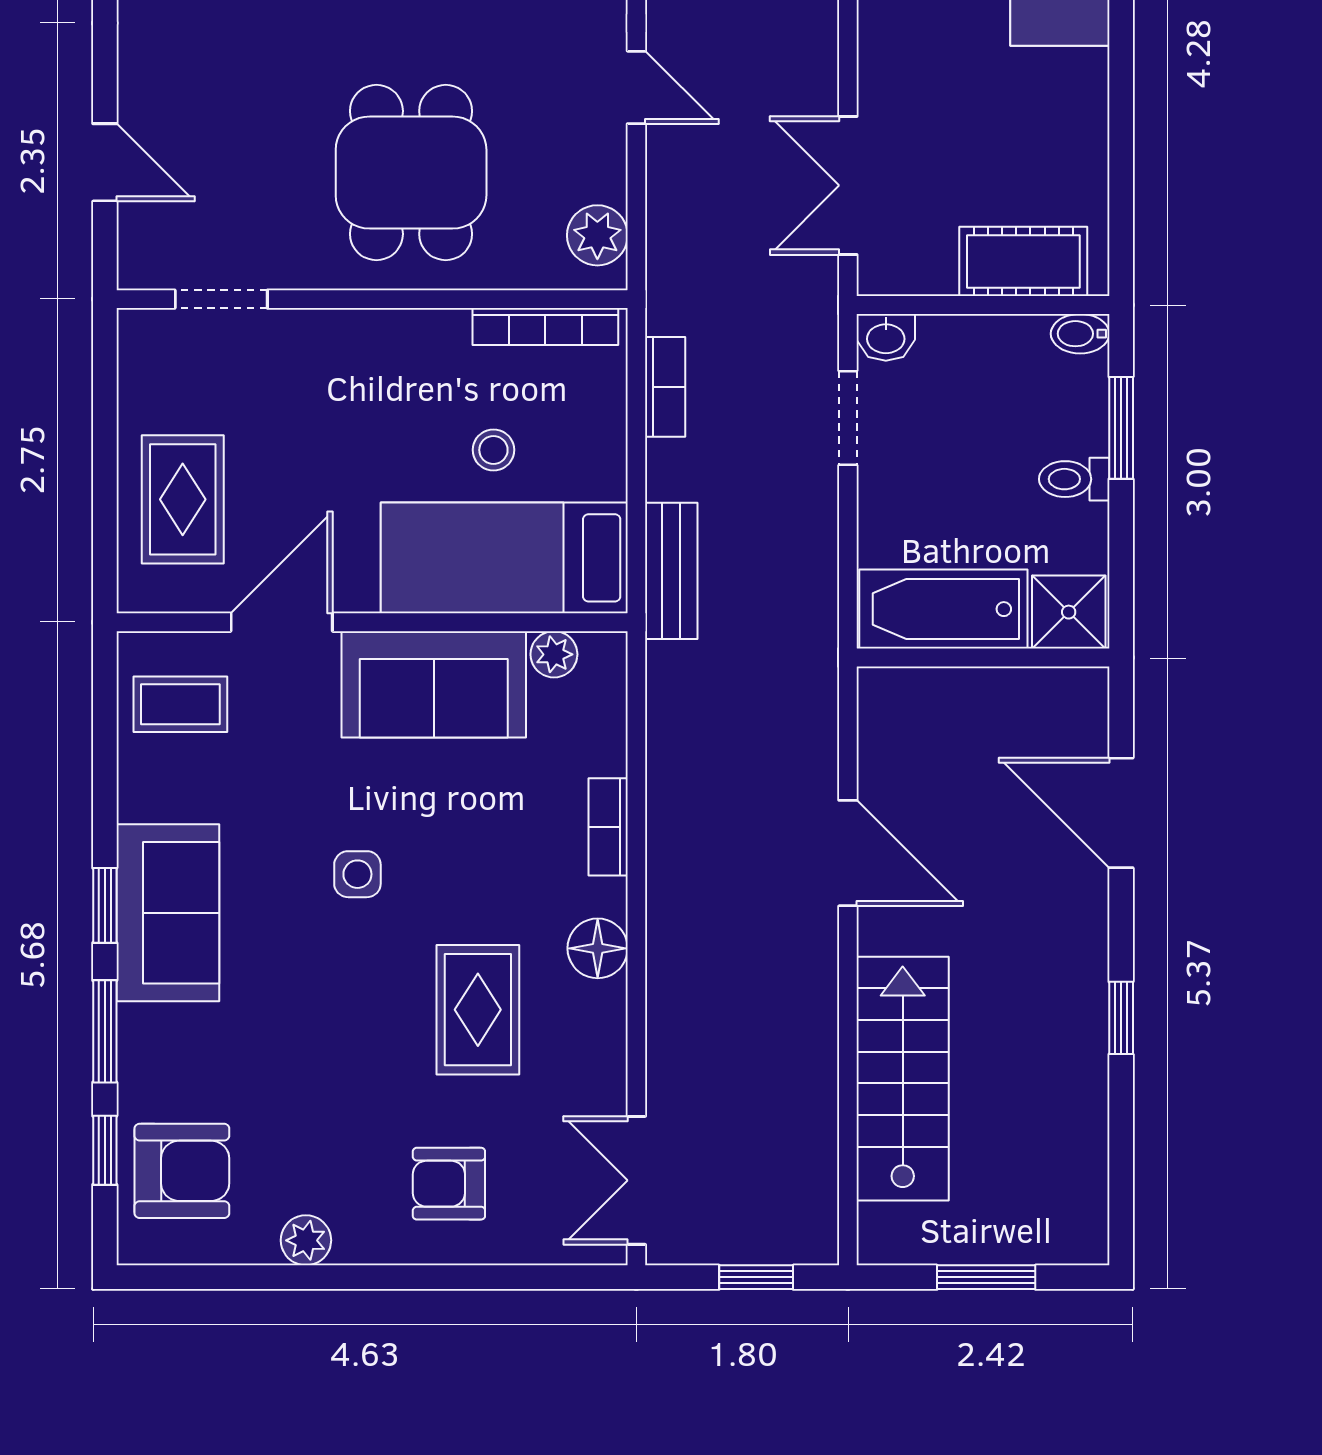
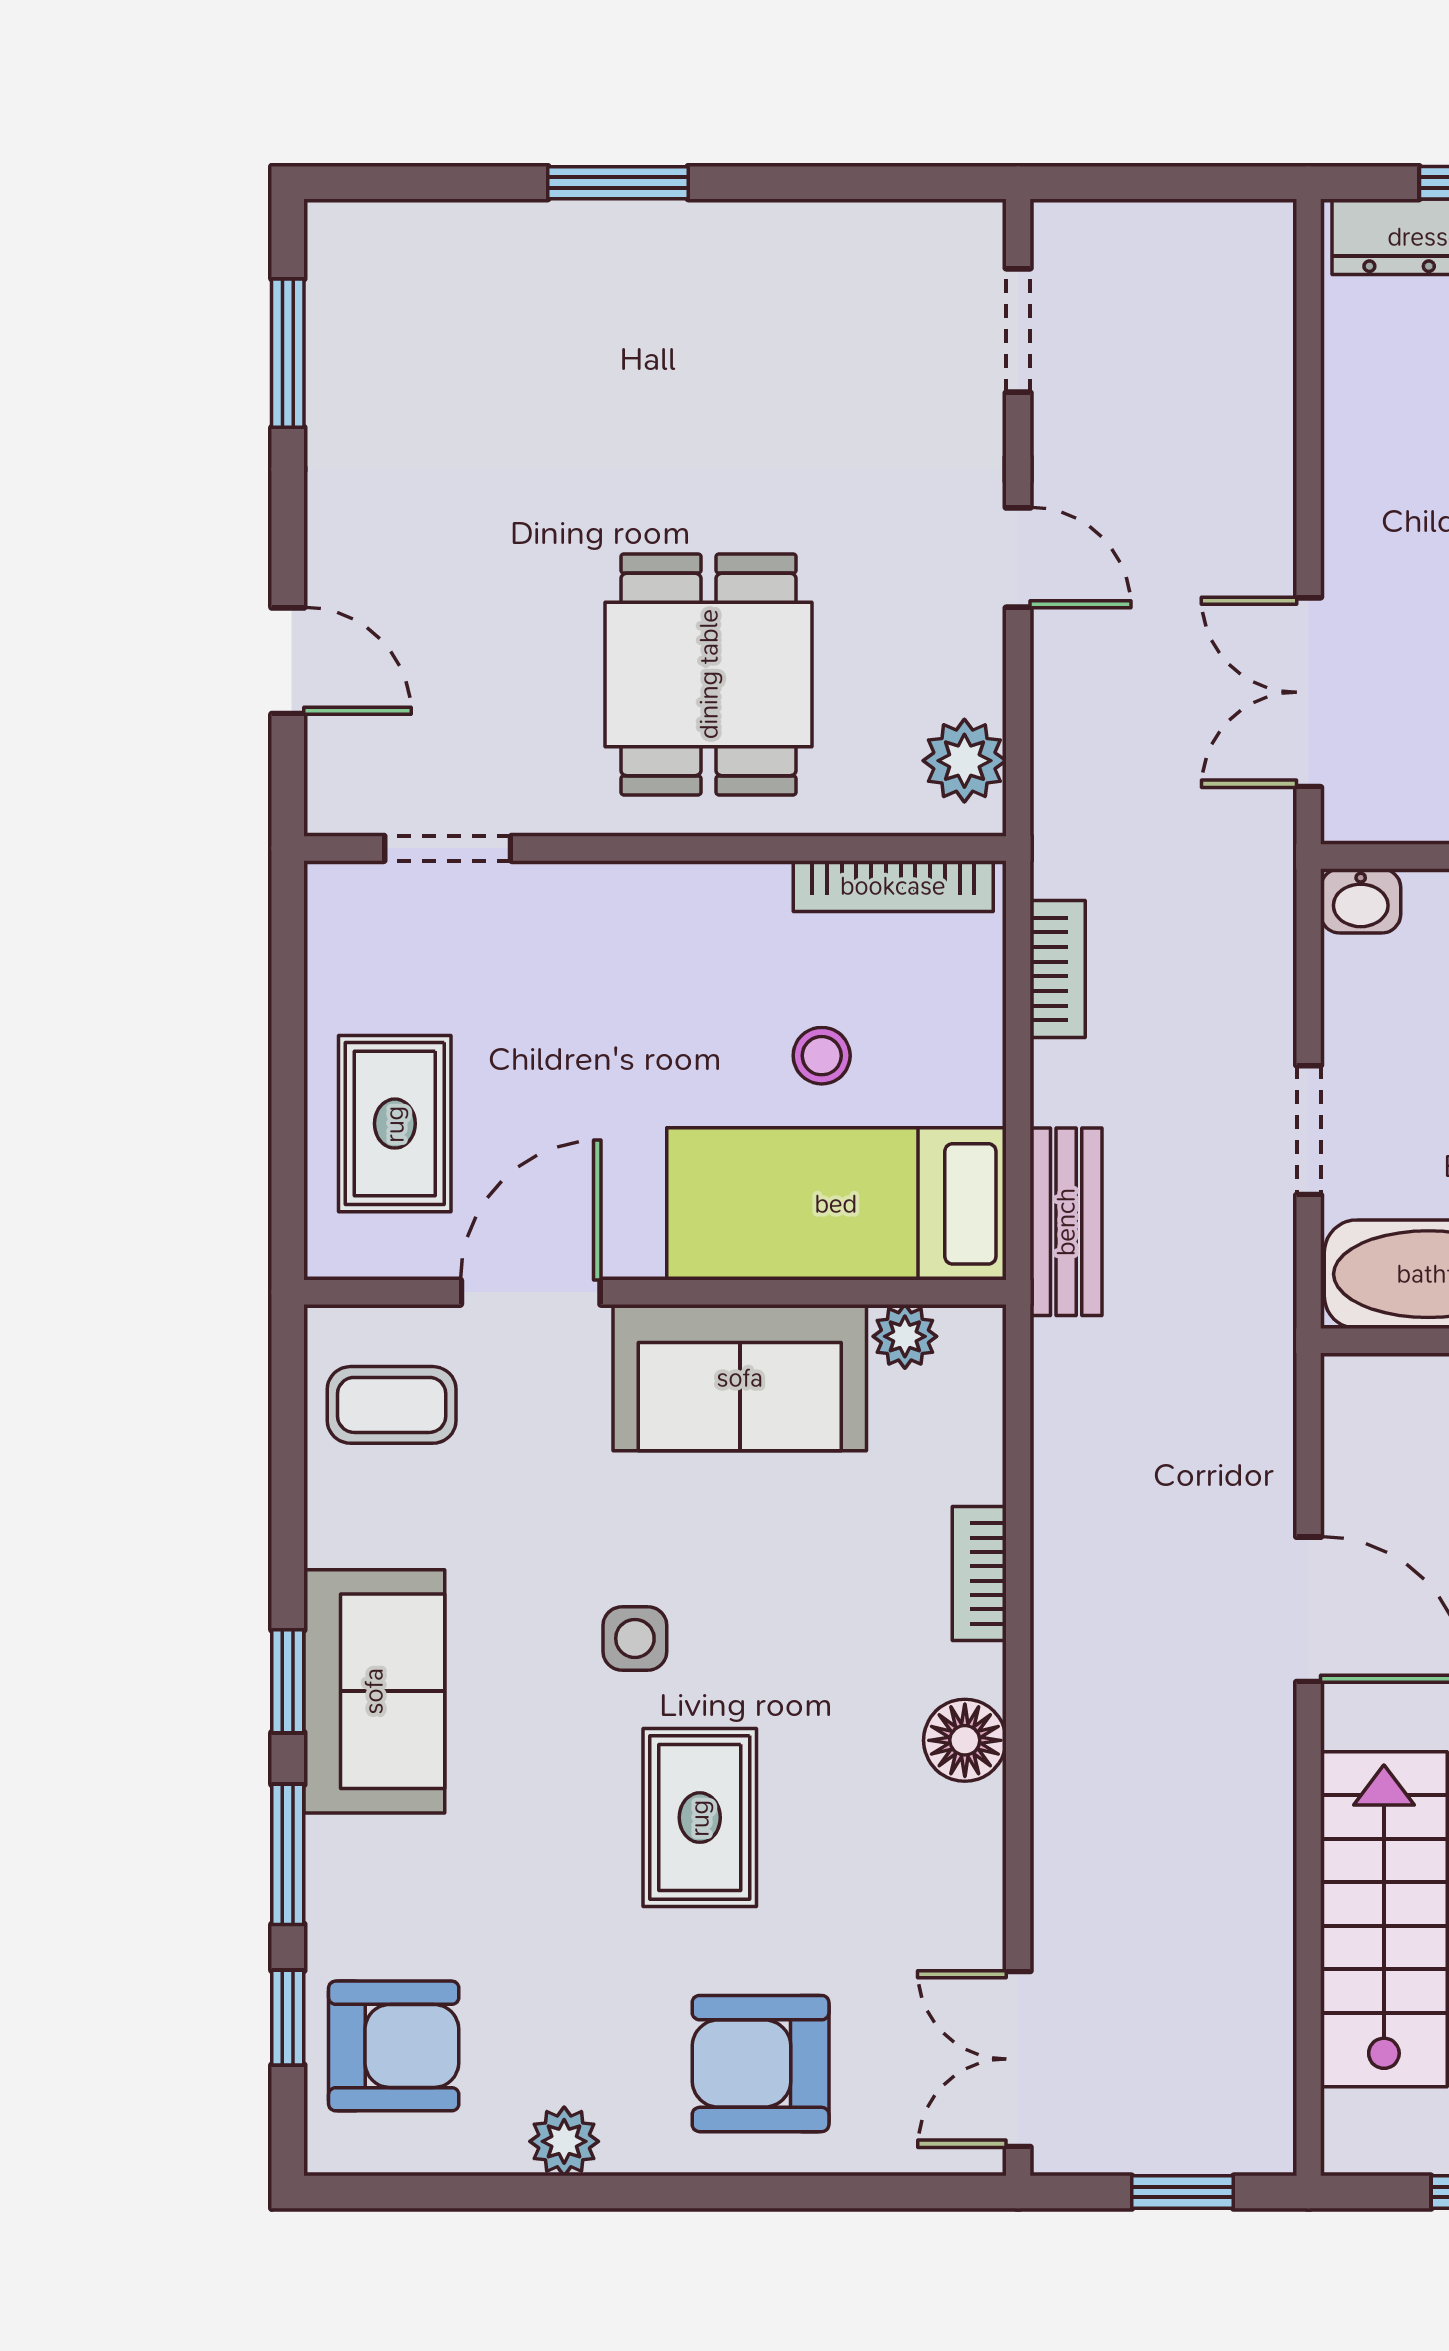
doorway: (848, 418) -> (1309, 1130), moved
rug: (478, 1010) -> (700, 1818), moved
armchair: (449, 1184) -> (761, 2064), width x1.38, depth x1.38

